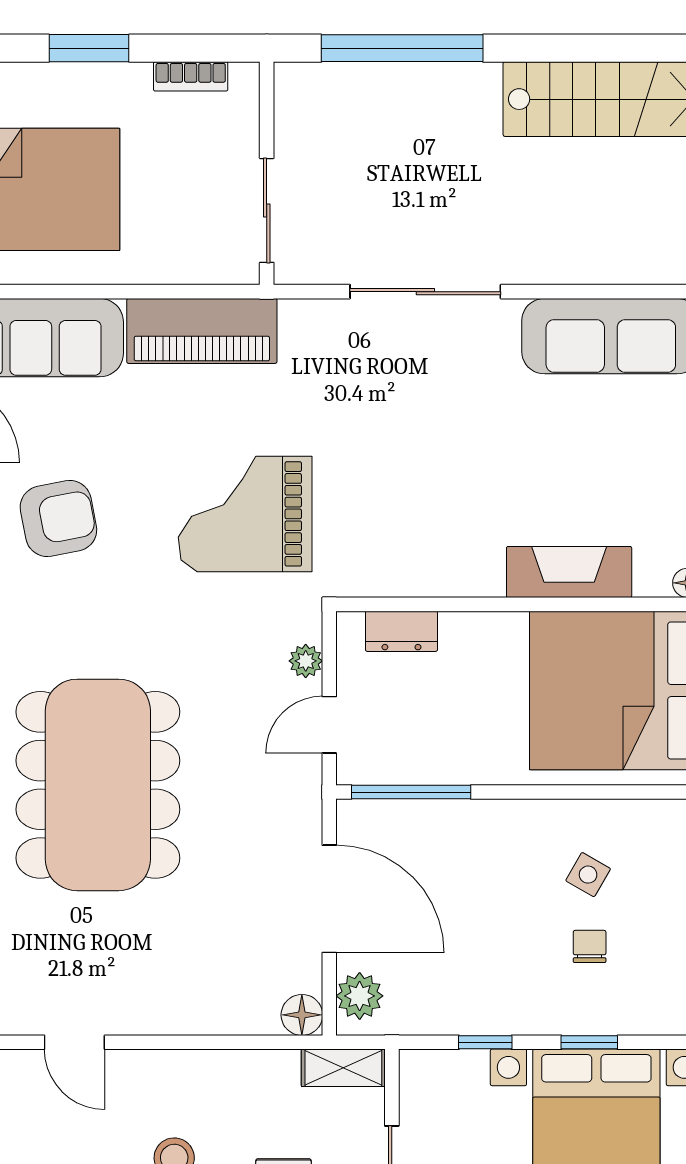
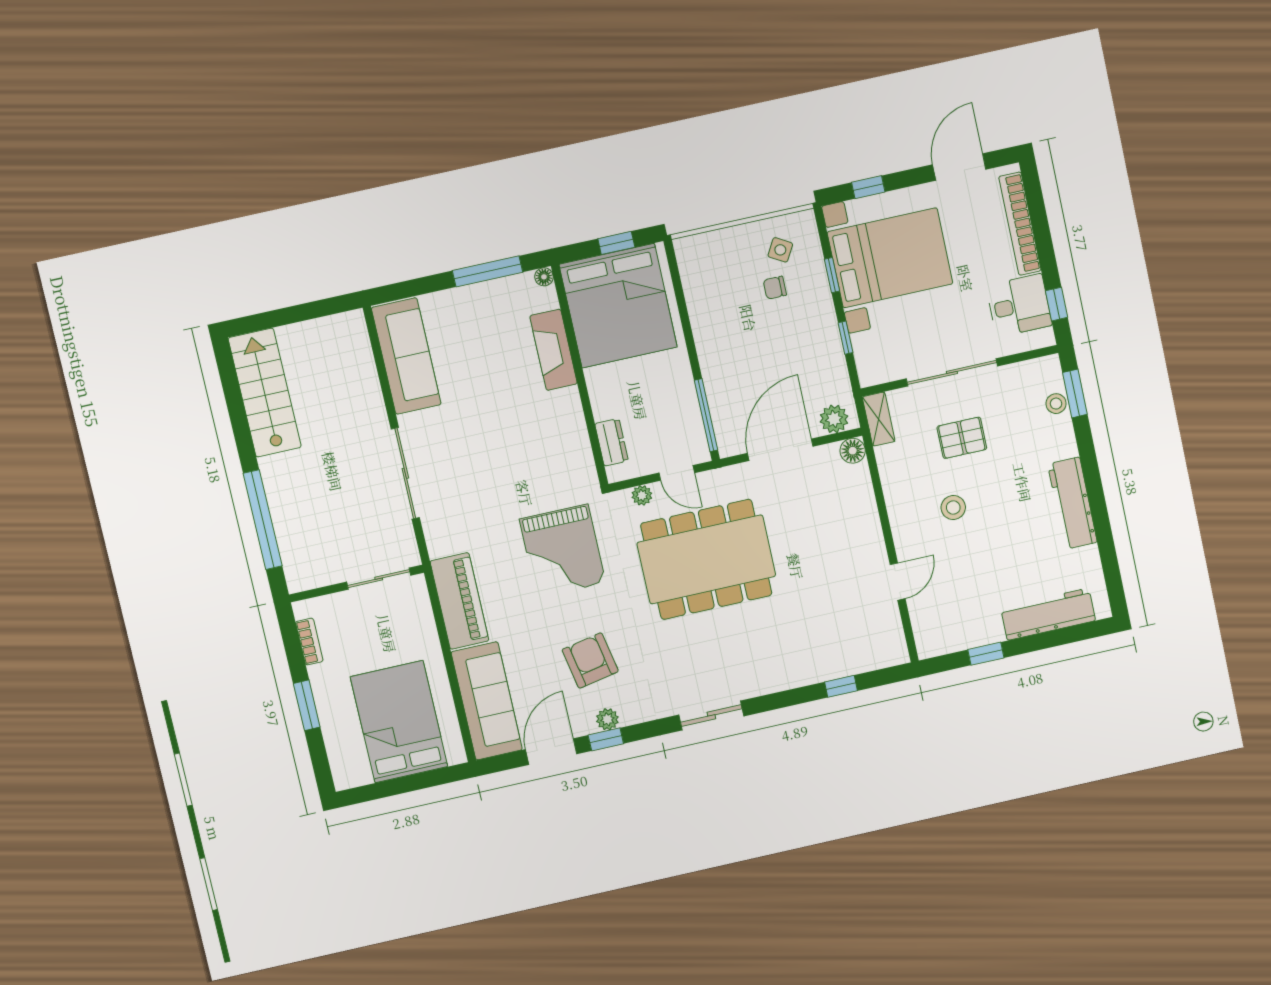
dining table: (98, 785) -> (706, 559), moved
side table: (588, 875) -> (780, 250), moved

